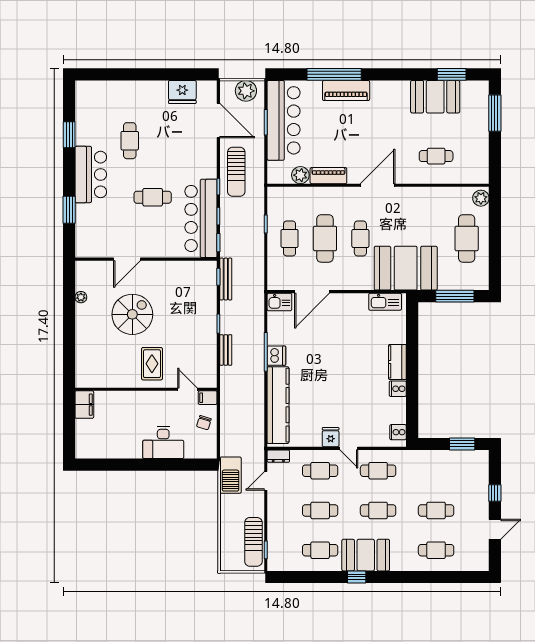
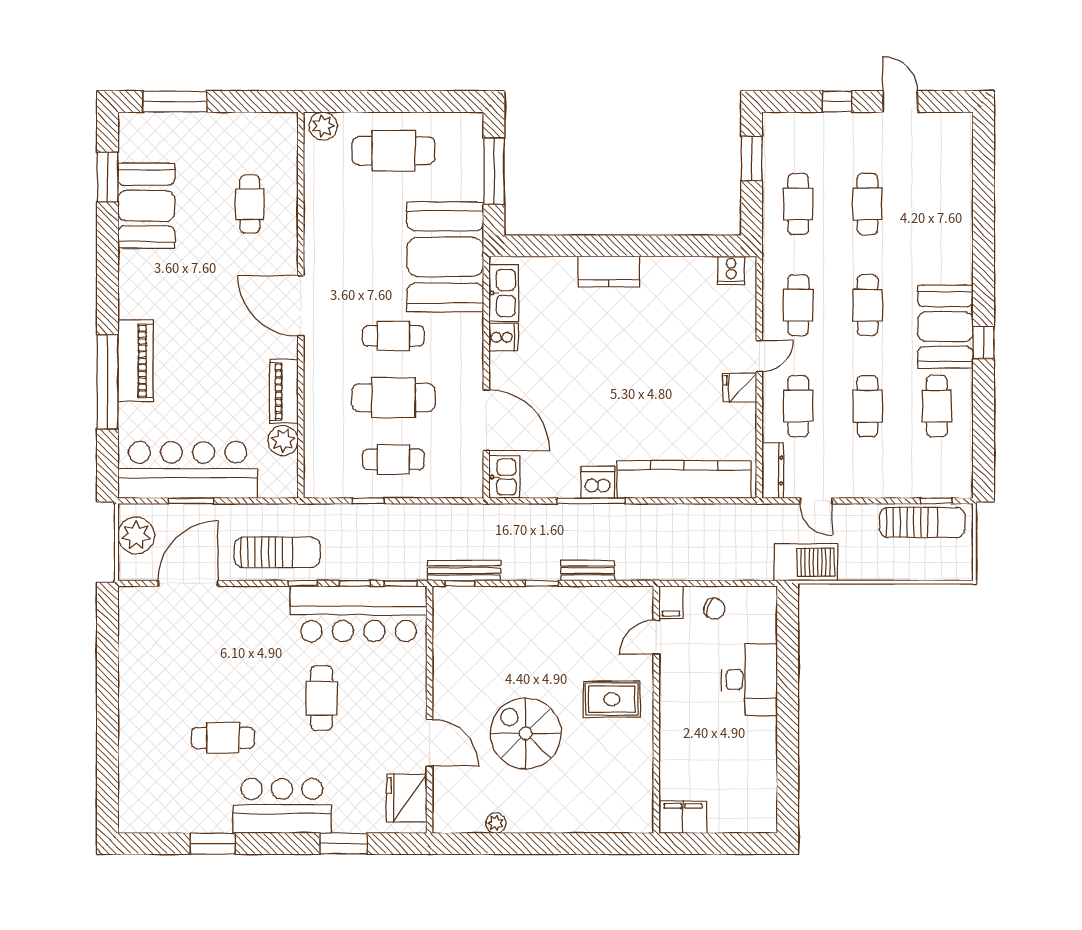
fridge: (182, 92) -> (407, 798), moved, turned 180
cooker: (398, 389) -> (503, 337), moved, turned -90
dresser: (278, 456) -> (773, 470), width x1.44
cafe table: (436, 550) -> (798, 204), moved

